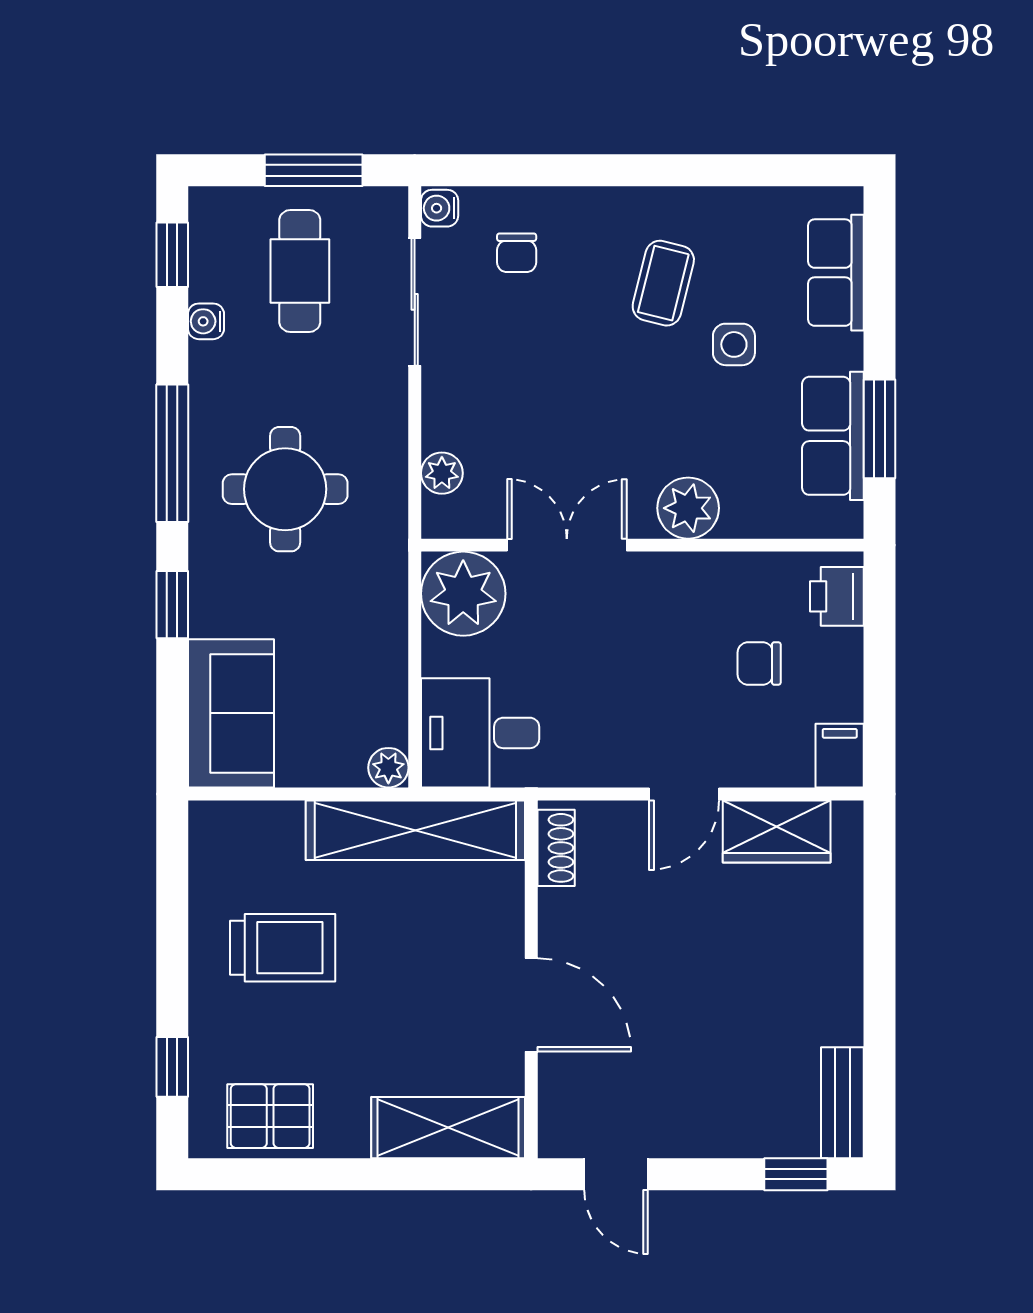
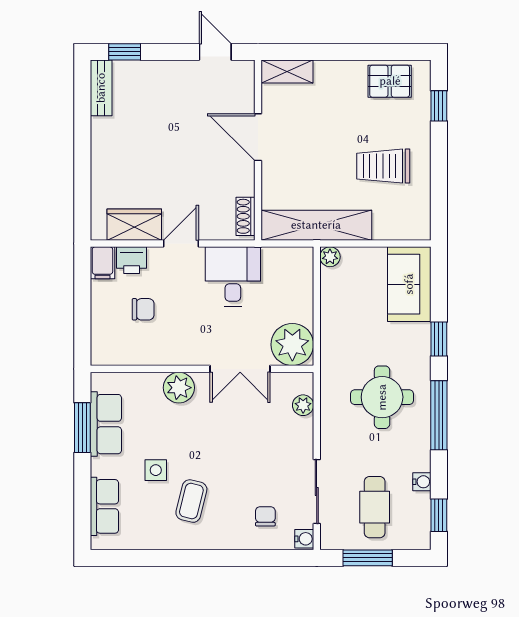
printer: (837, 596) -> (132, 260), moved, turned 90
desk: (480, 733) -> (233, 276), moved, turned -90
shelving: (448, 1128) -> (287, 71), width x0.67, depth x0.75

